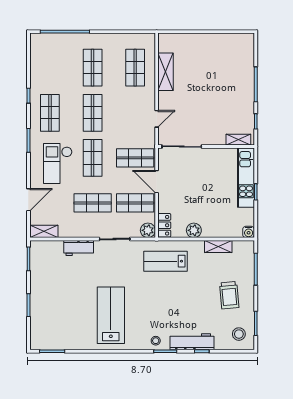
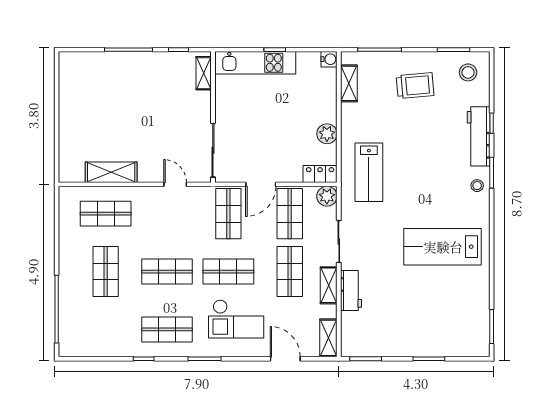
shop shelf: (93, 68) -> (106, 272), turned 90
shelving: (82, 232) -> (329, 285), added
shelving: (218, 246) -> (349, 83), moved

